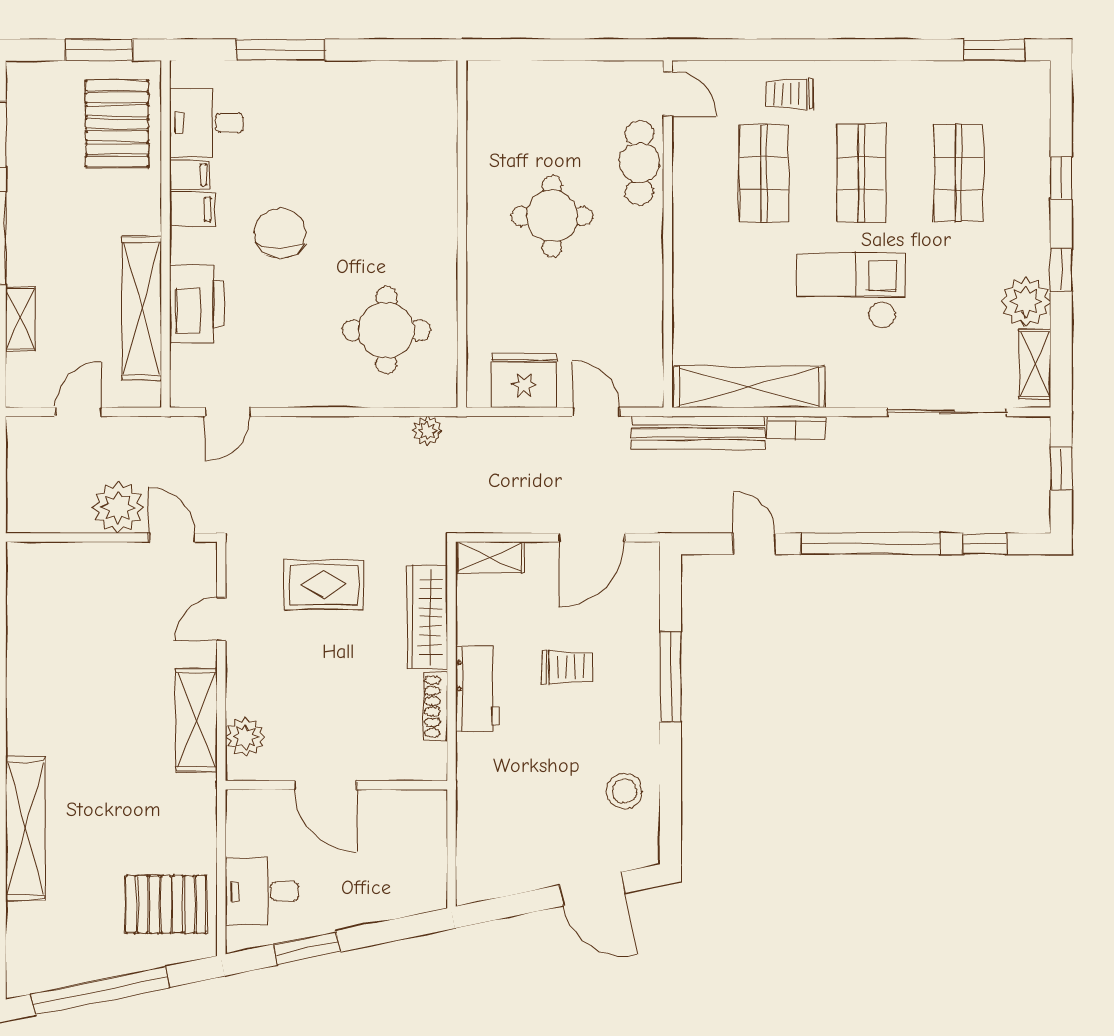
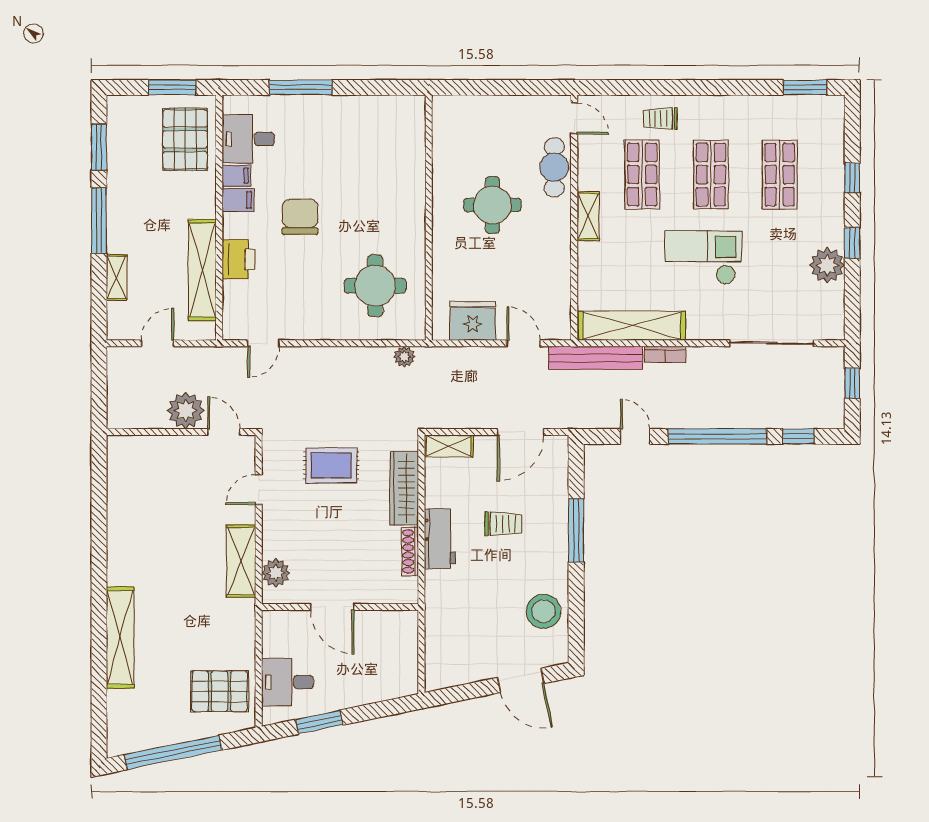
printer: (197, 304) -> (238, 259), width x0.73, depth x0.84
shelving: (1035, 364) -> (588, 216), moved
stool: (624, 791) -> (544, 611), width x1.38, depth x1.38

